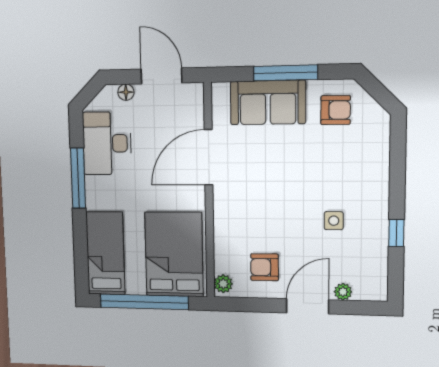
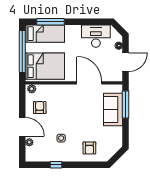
window: (286, 73) -> (126, 104), moved
armchair: (336, 110) -> (89, 148), moved
window: (78, 178) -> (51, 22), moved

